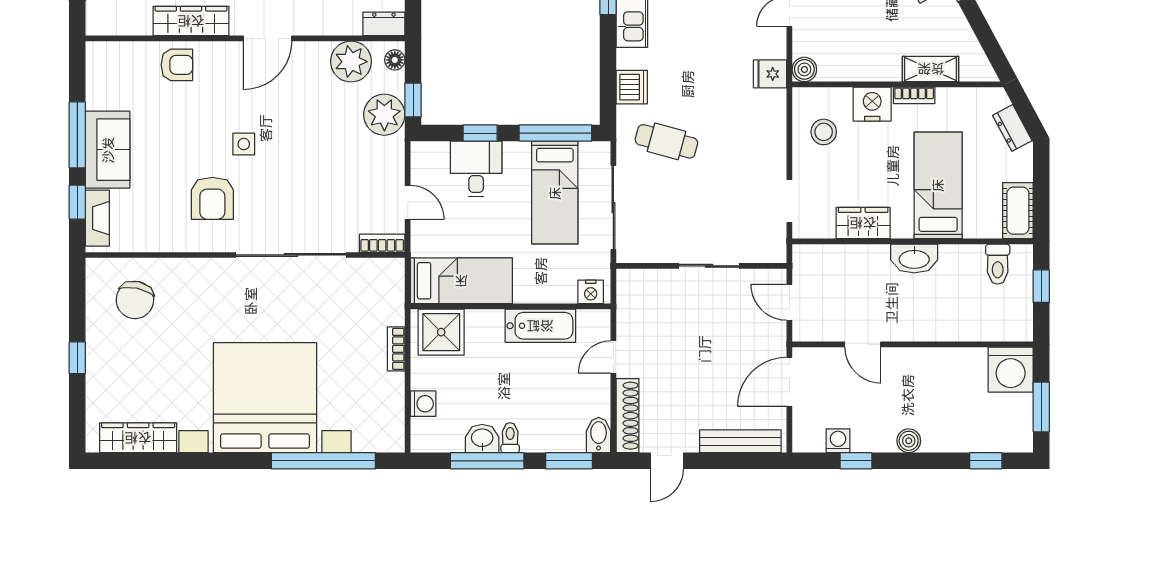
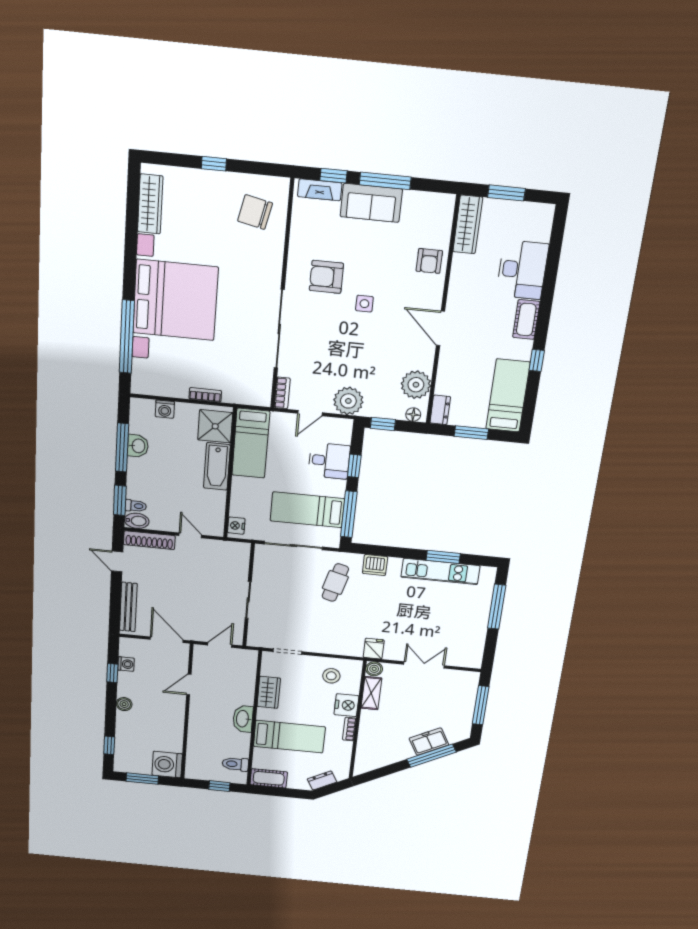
wardrobe: (191, 21) -> (468, 224), moved
shelving: (931, 69) -> (371, 693), moved
plant: (384, 115) -> (348, 401), moved
bathtub: (540, 326) -> (217, 466), moved
toilet: (510, 438) -> (136, 506), moved

